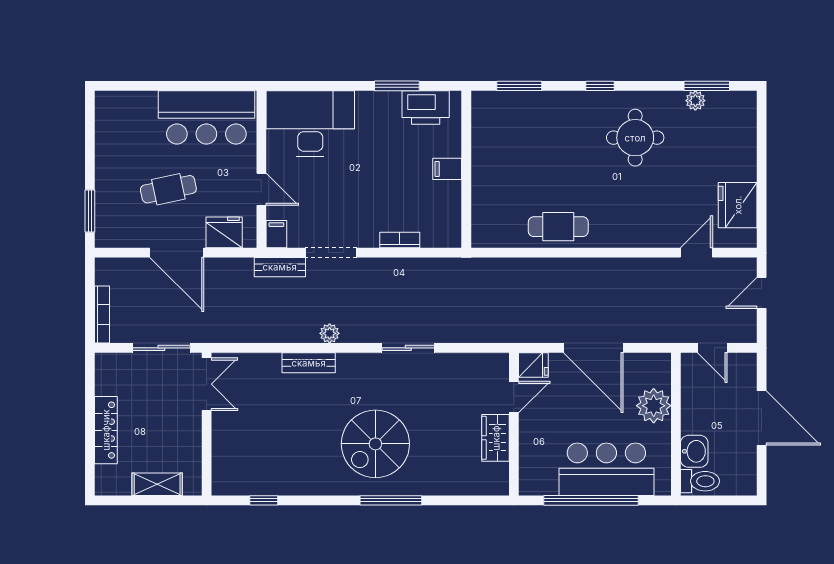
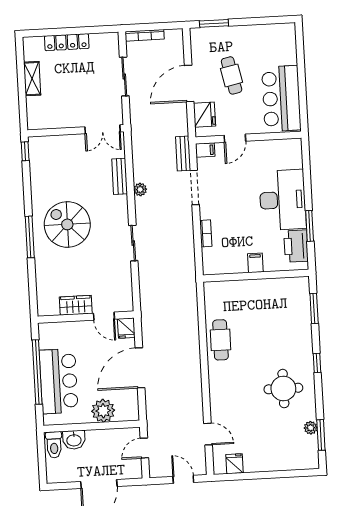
desk: (310, 124) -> (283, 200), moved
fridge: (738, 205) -> (235, 464), width x0.53, depth x0.75
double door: (207, 384) -> (103, 129), moved
wall: (207, 424) -> (76, 131), moved

